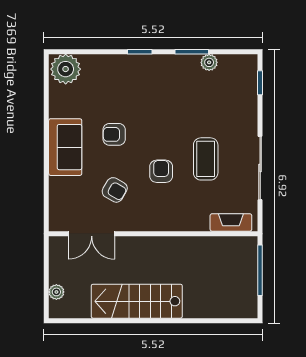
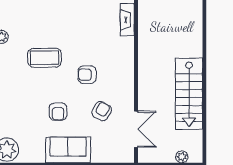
coffee table: (206, 159) -> (45, 58), moved

